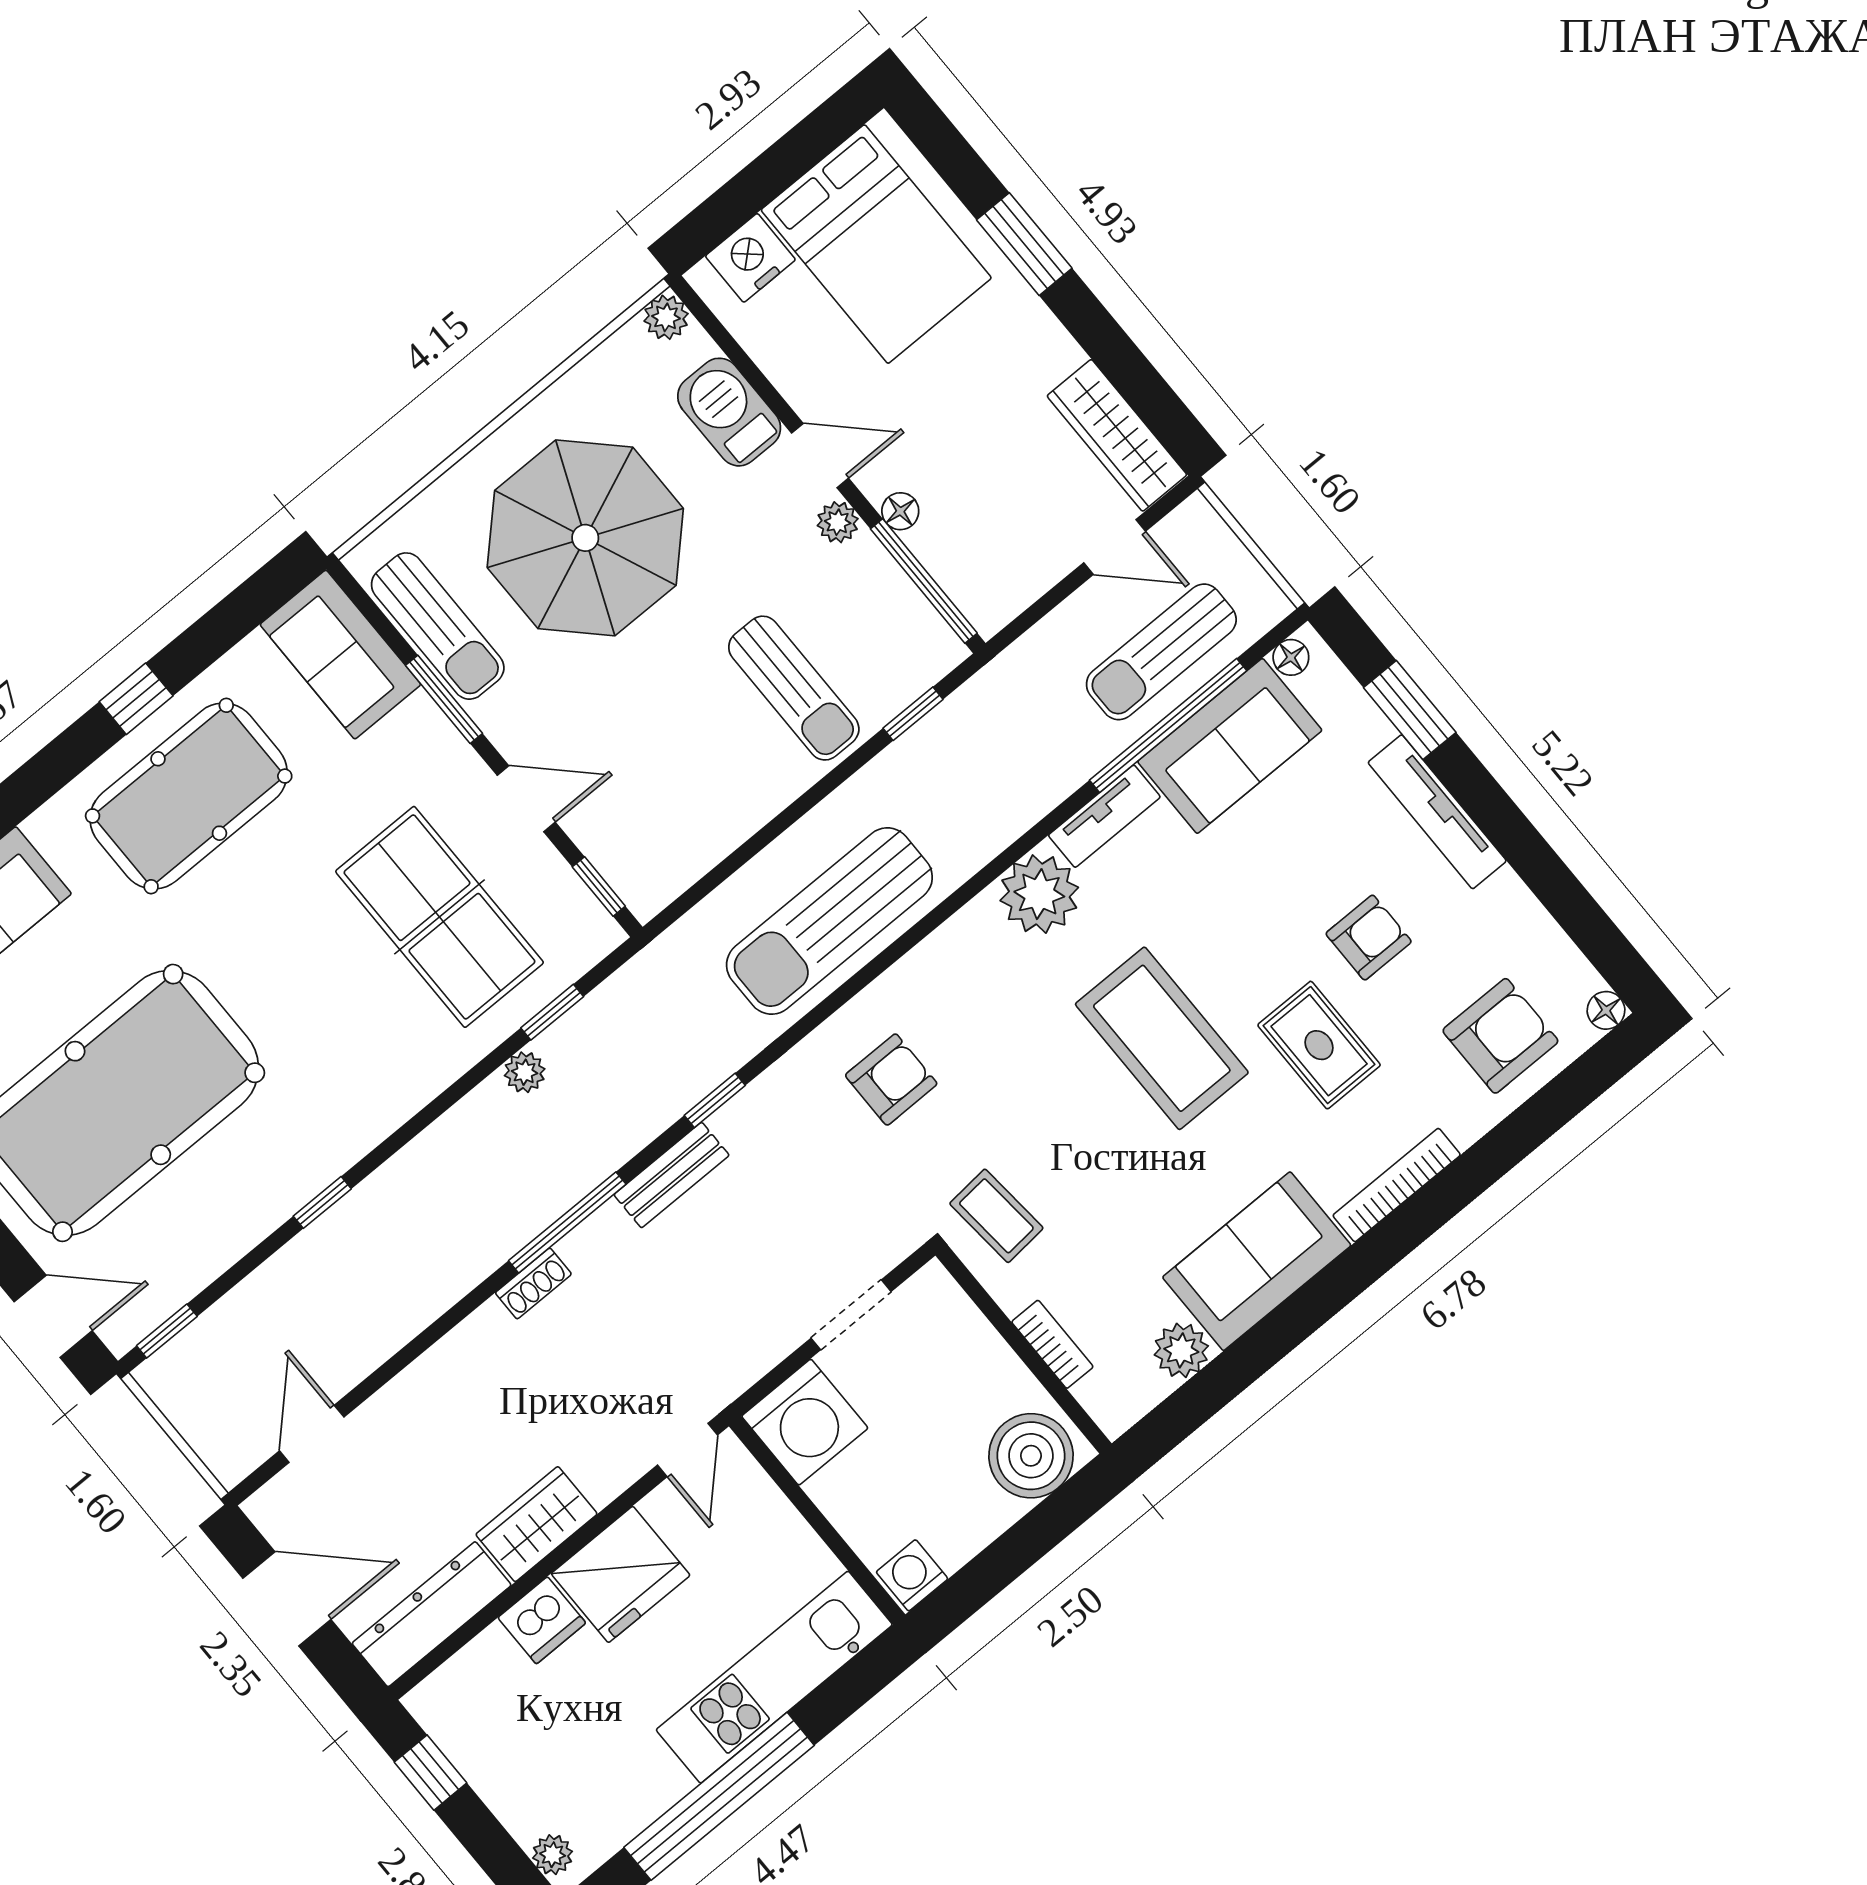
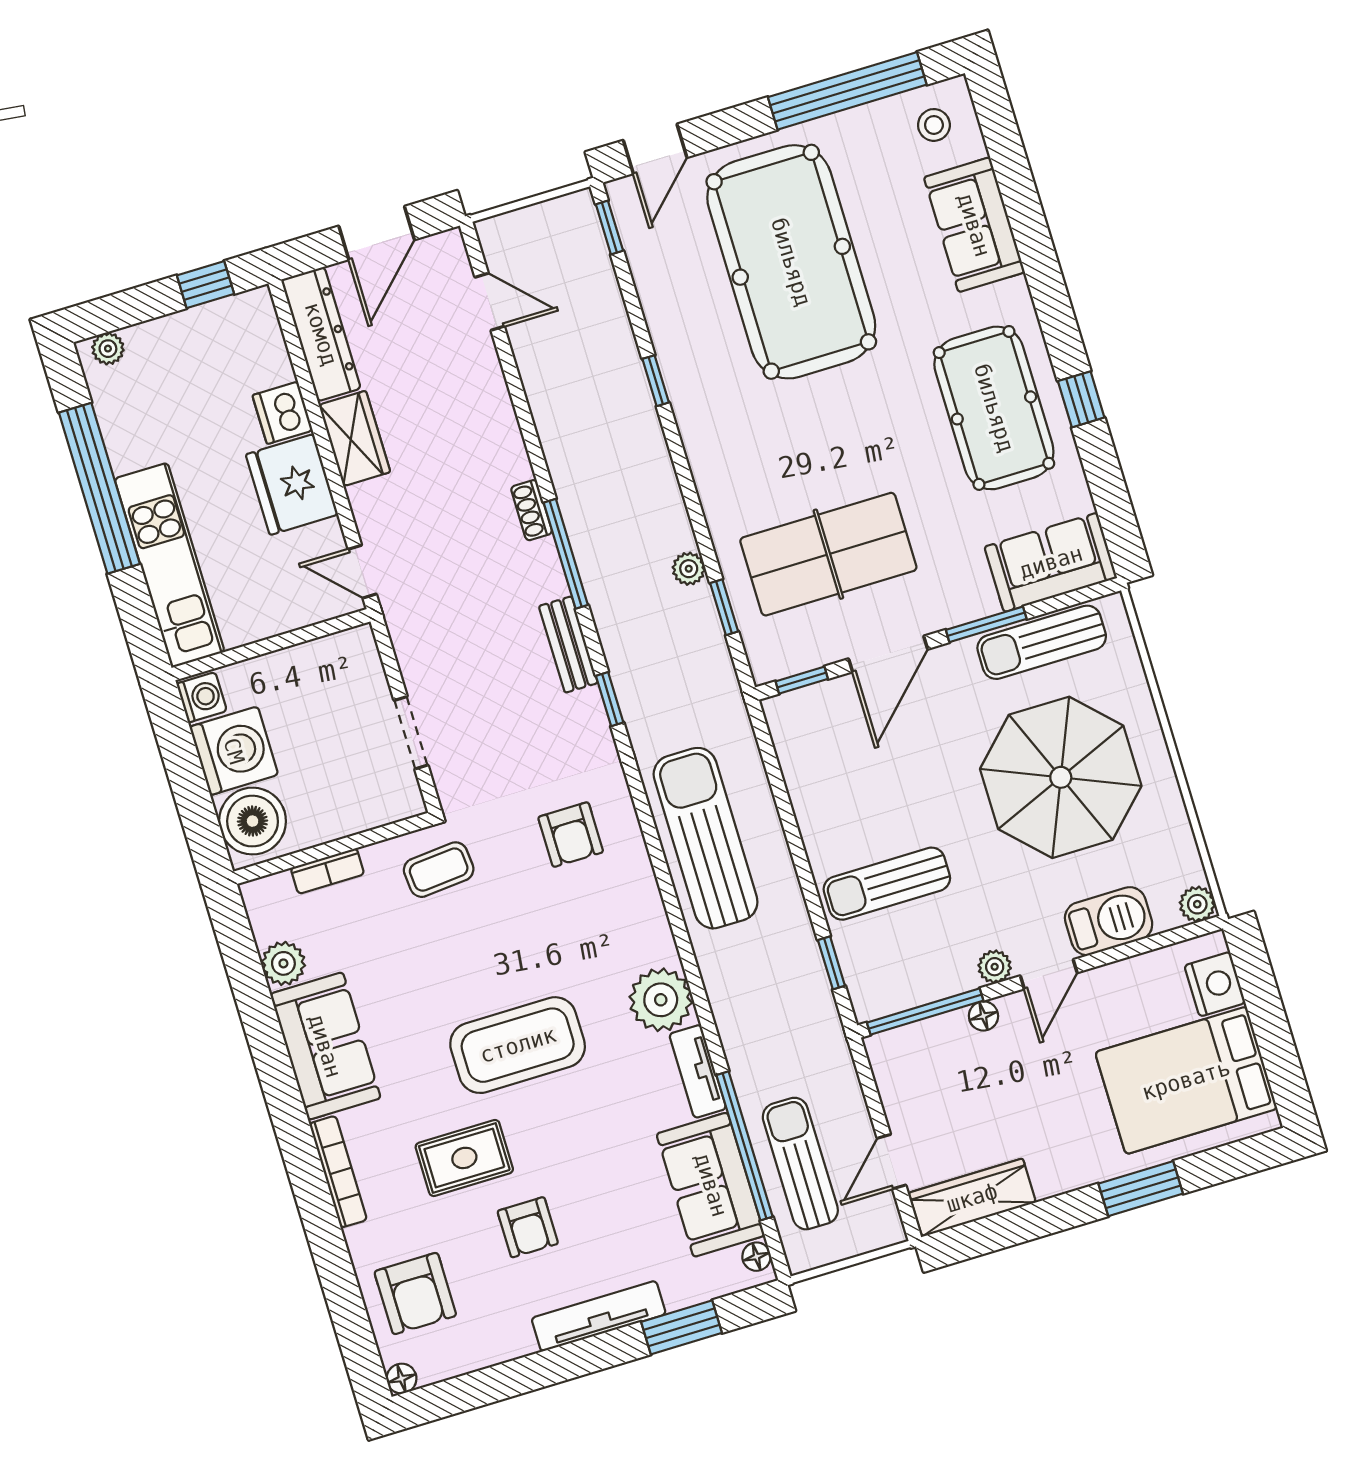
door: (526, 799) -> (888, 654), width x1.38
washing machine: (805, 1422) -> (234, 751), moved, turned 180

